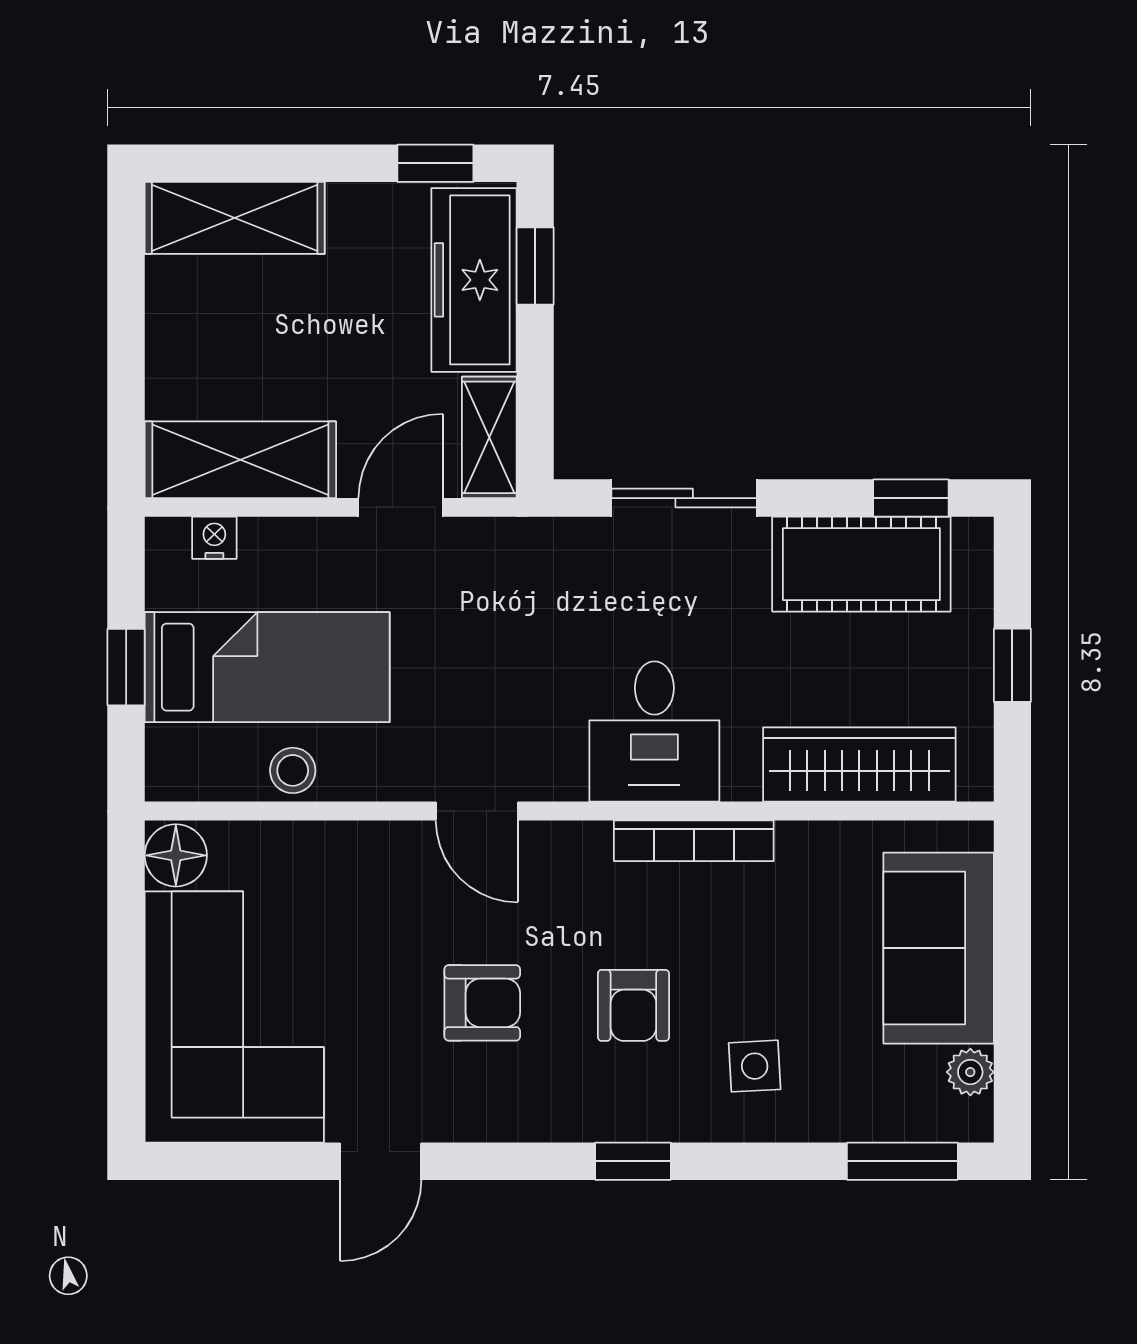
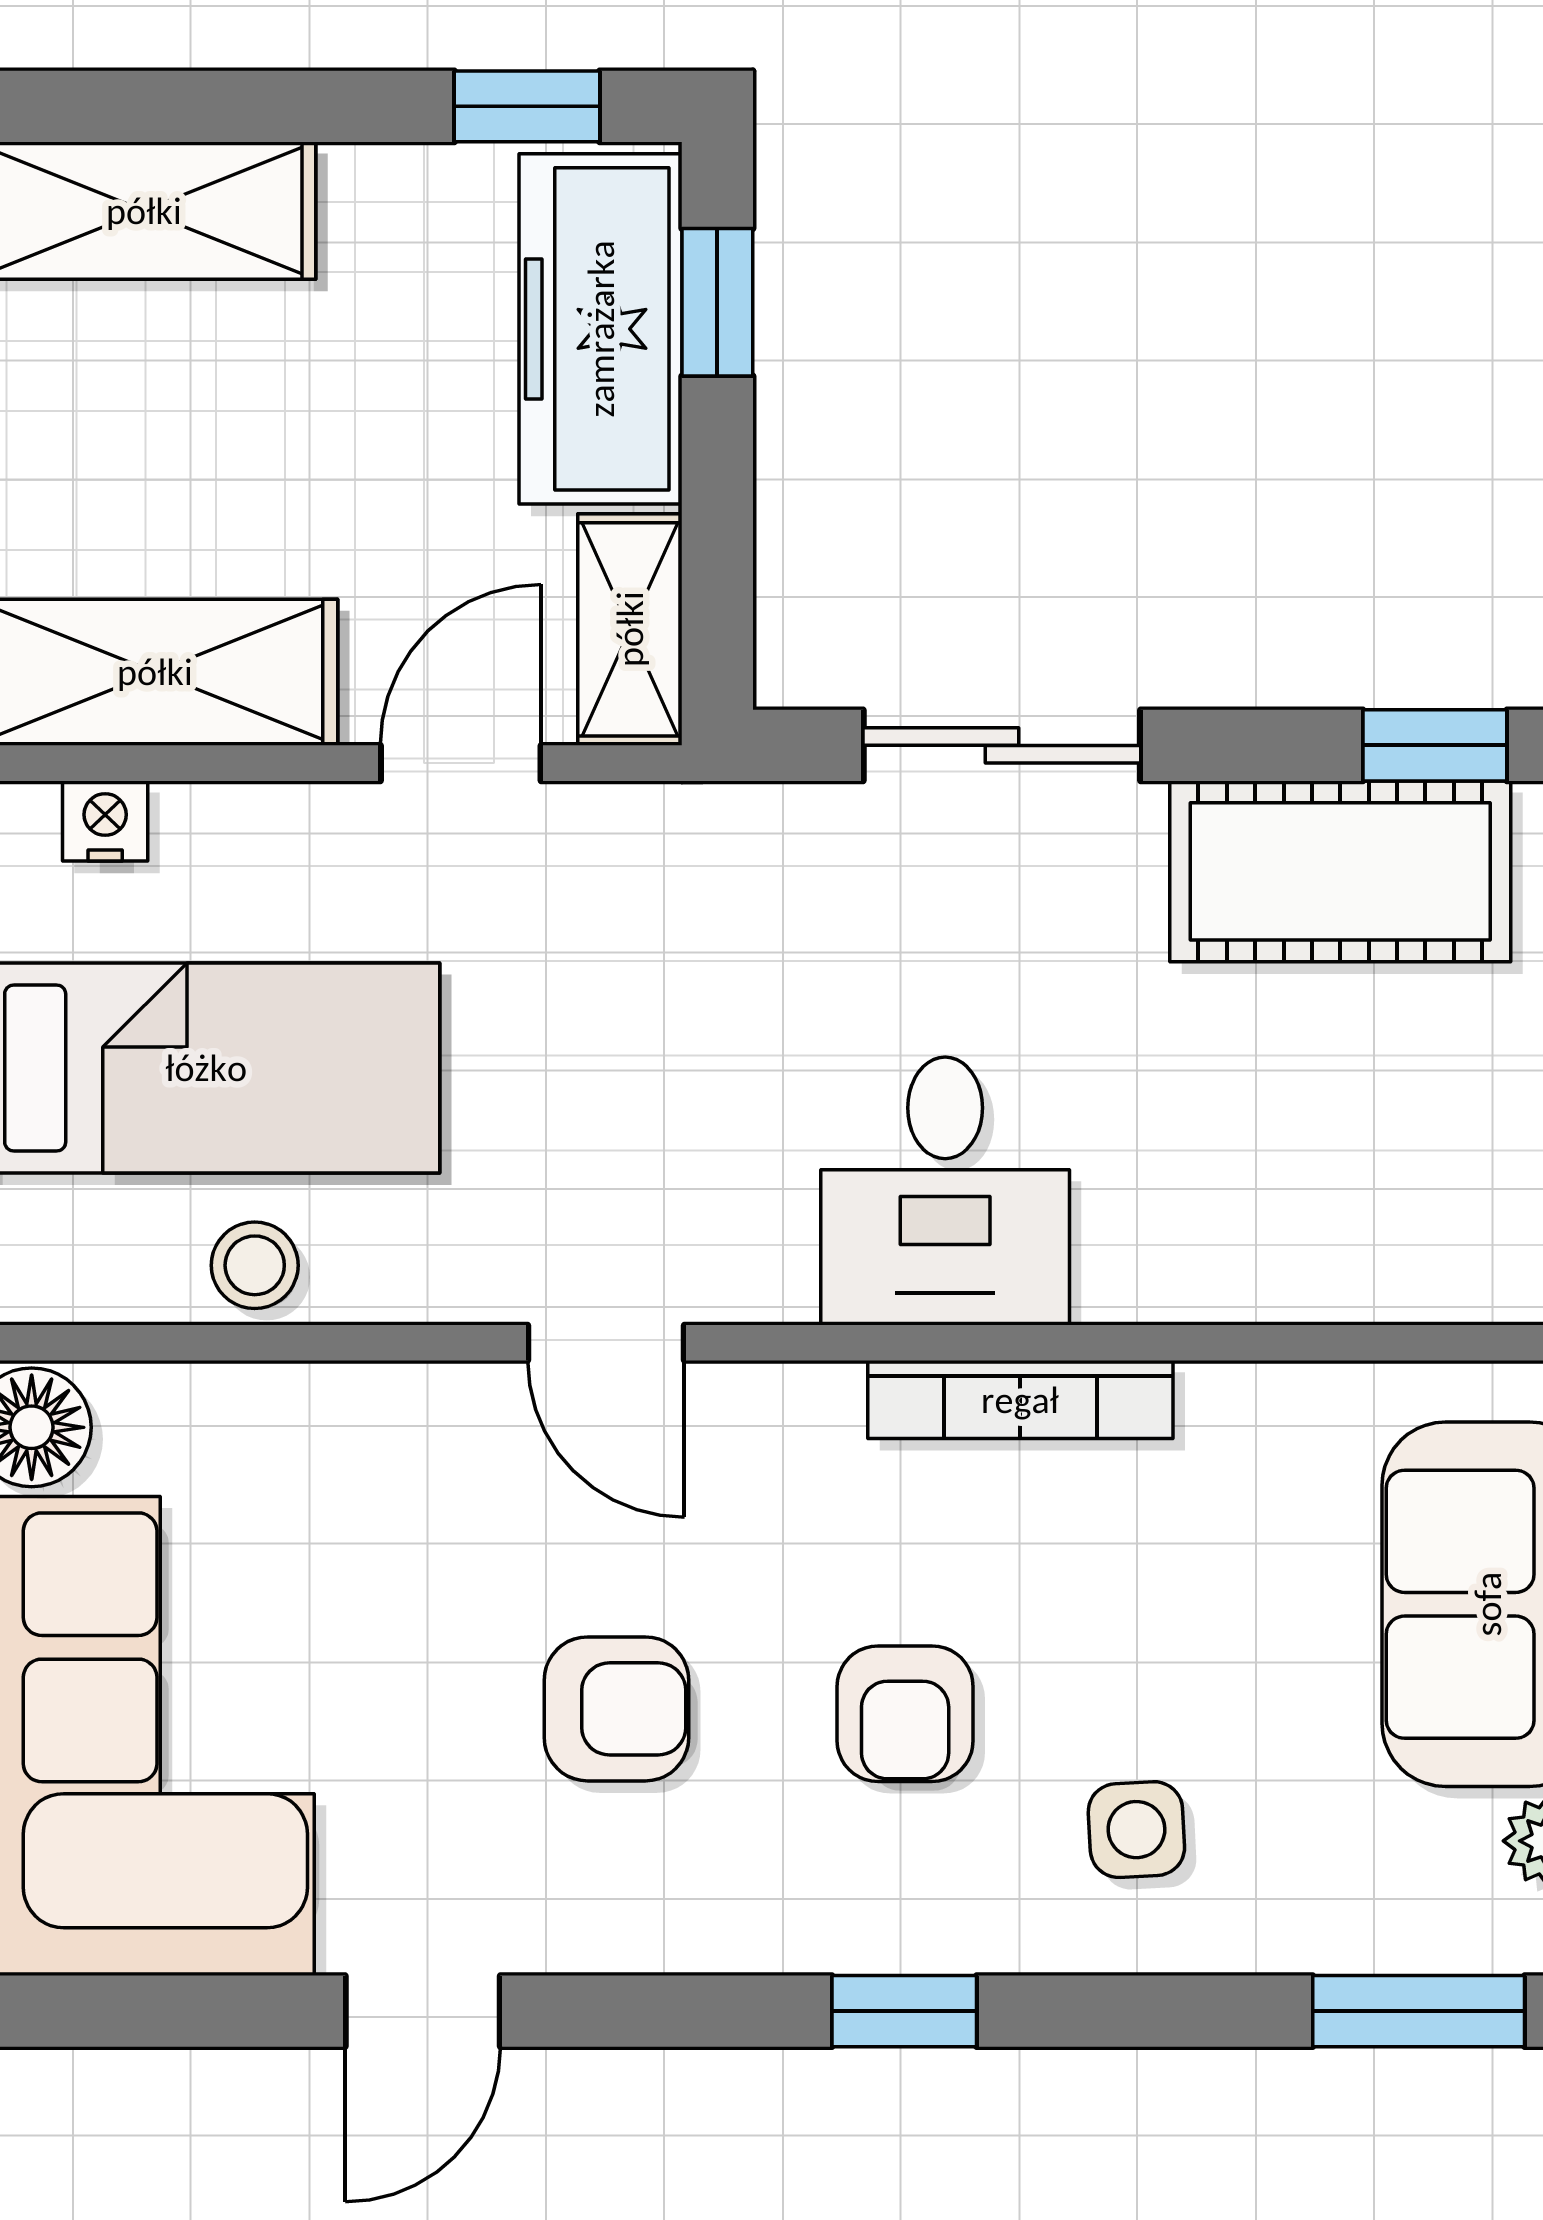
wardrobe: (859, 765) -> (1336, 1254), removed

